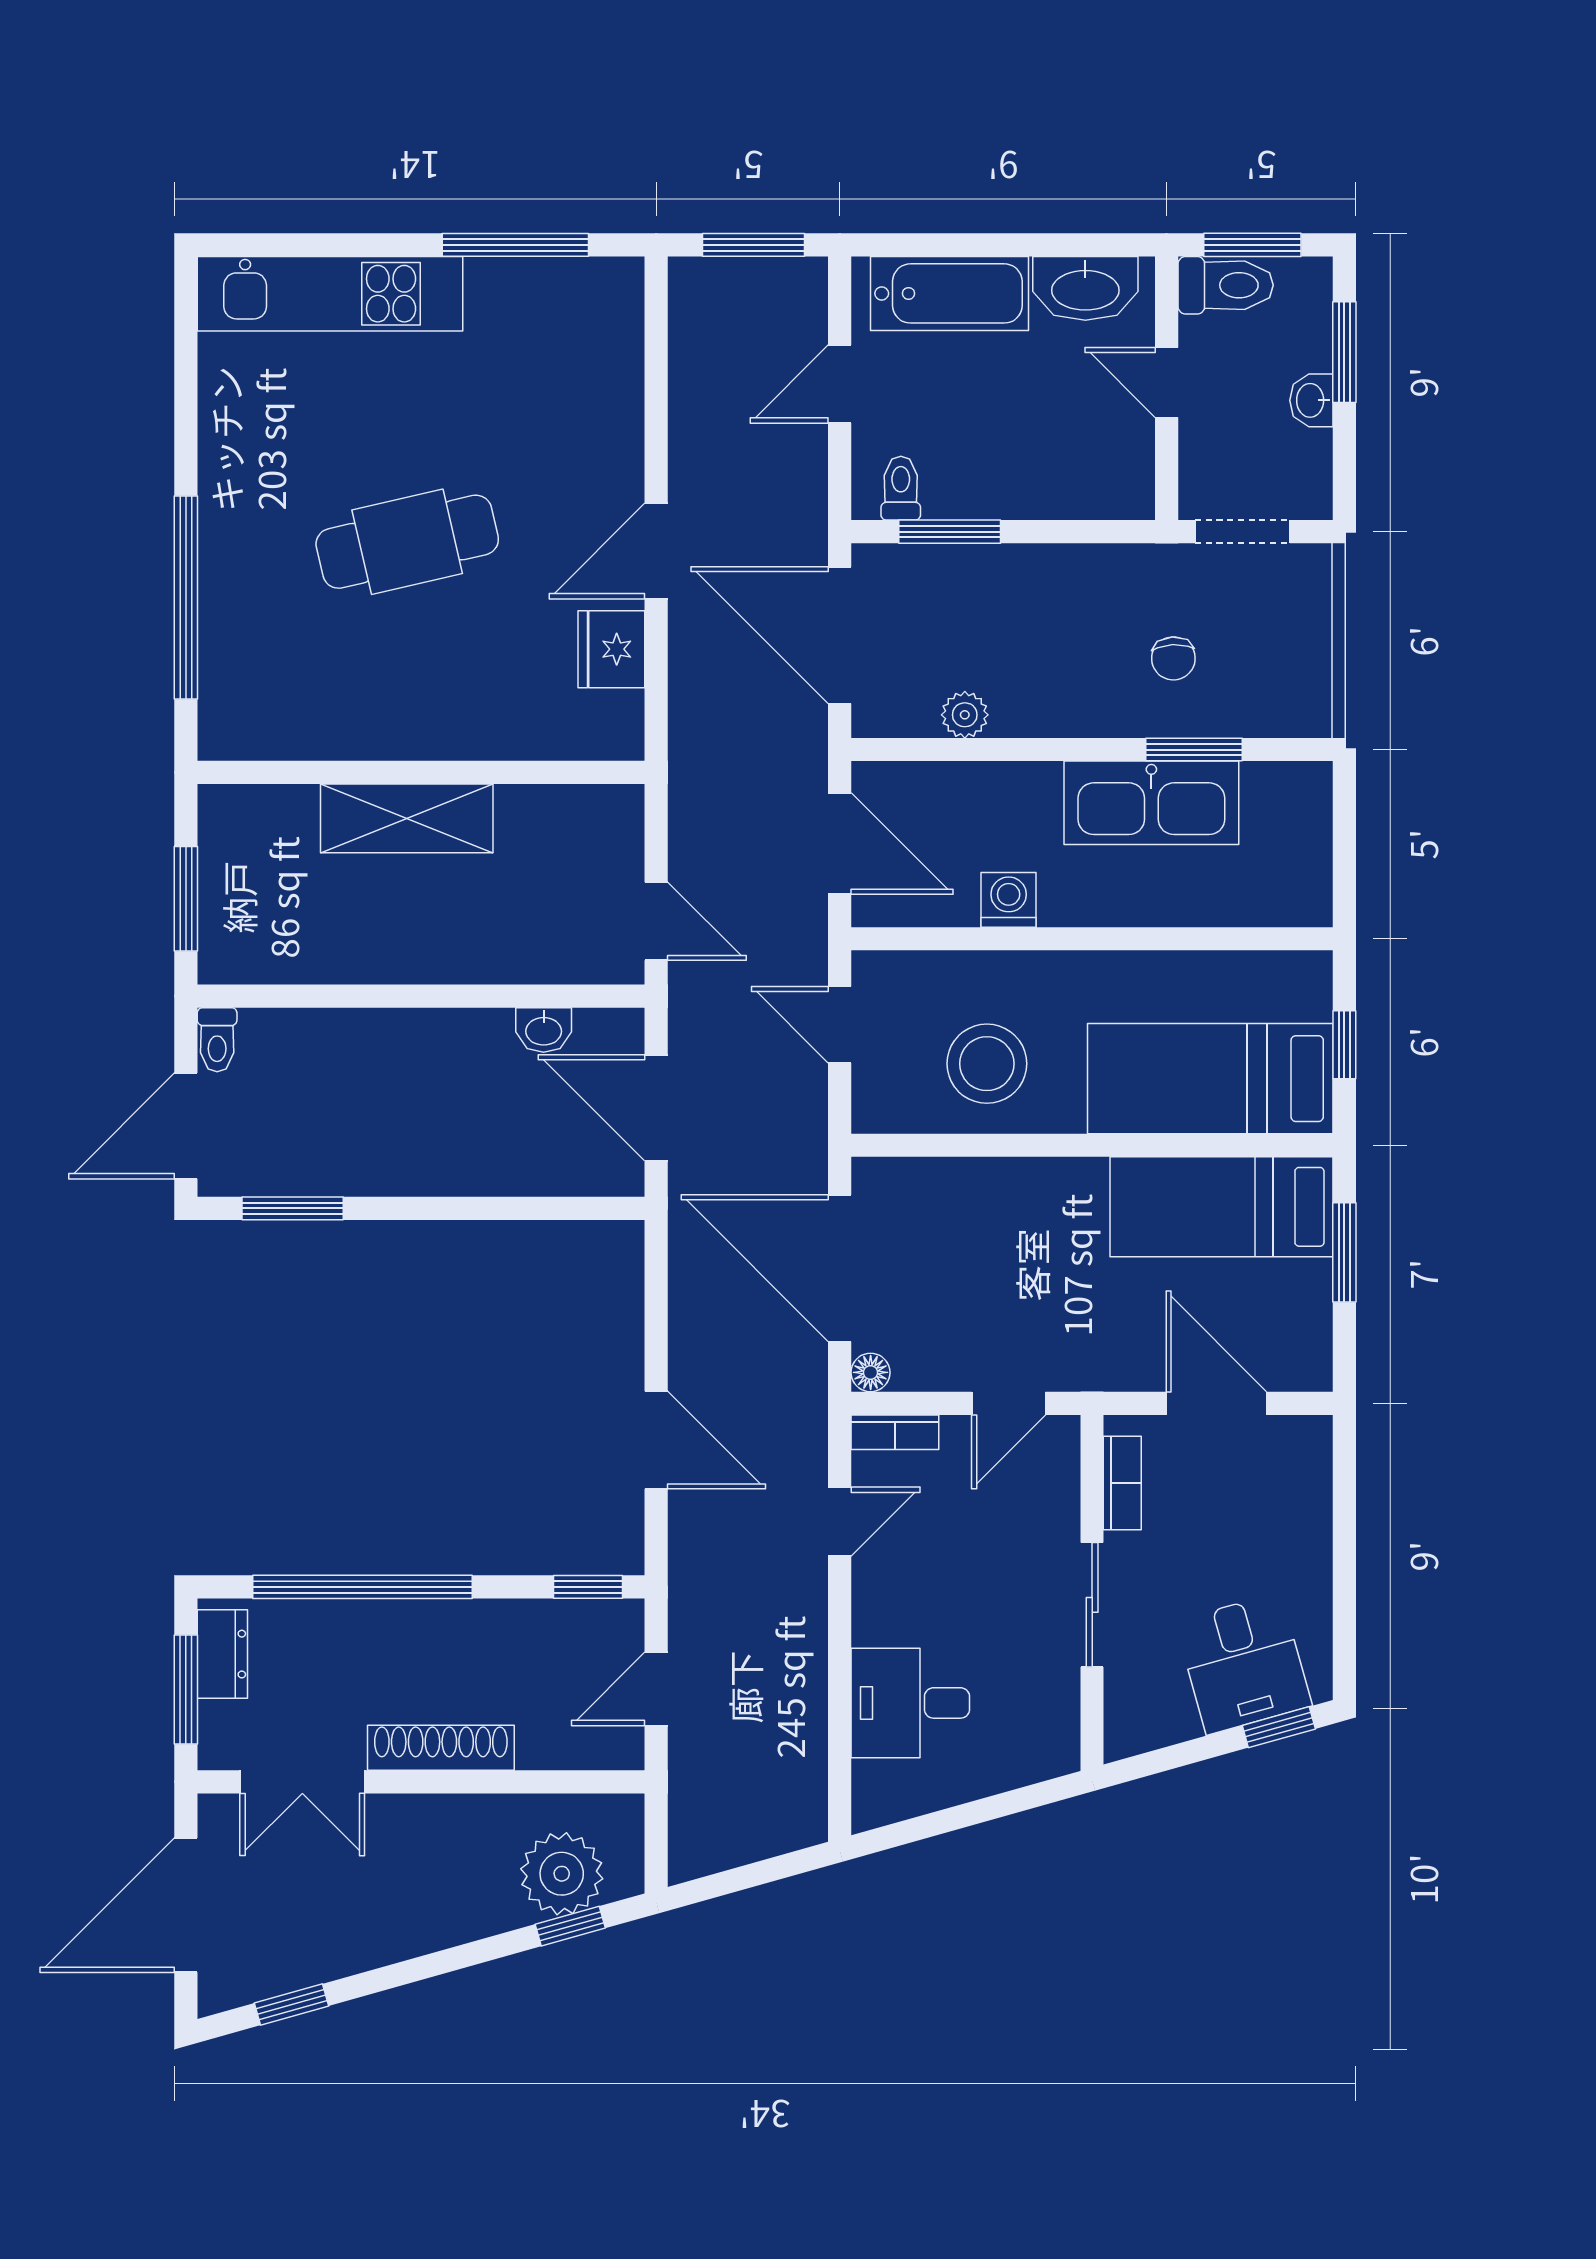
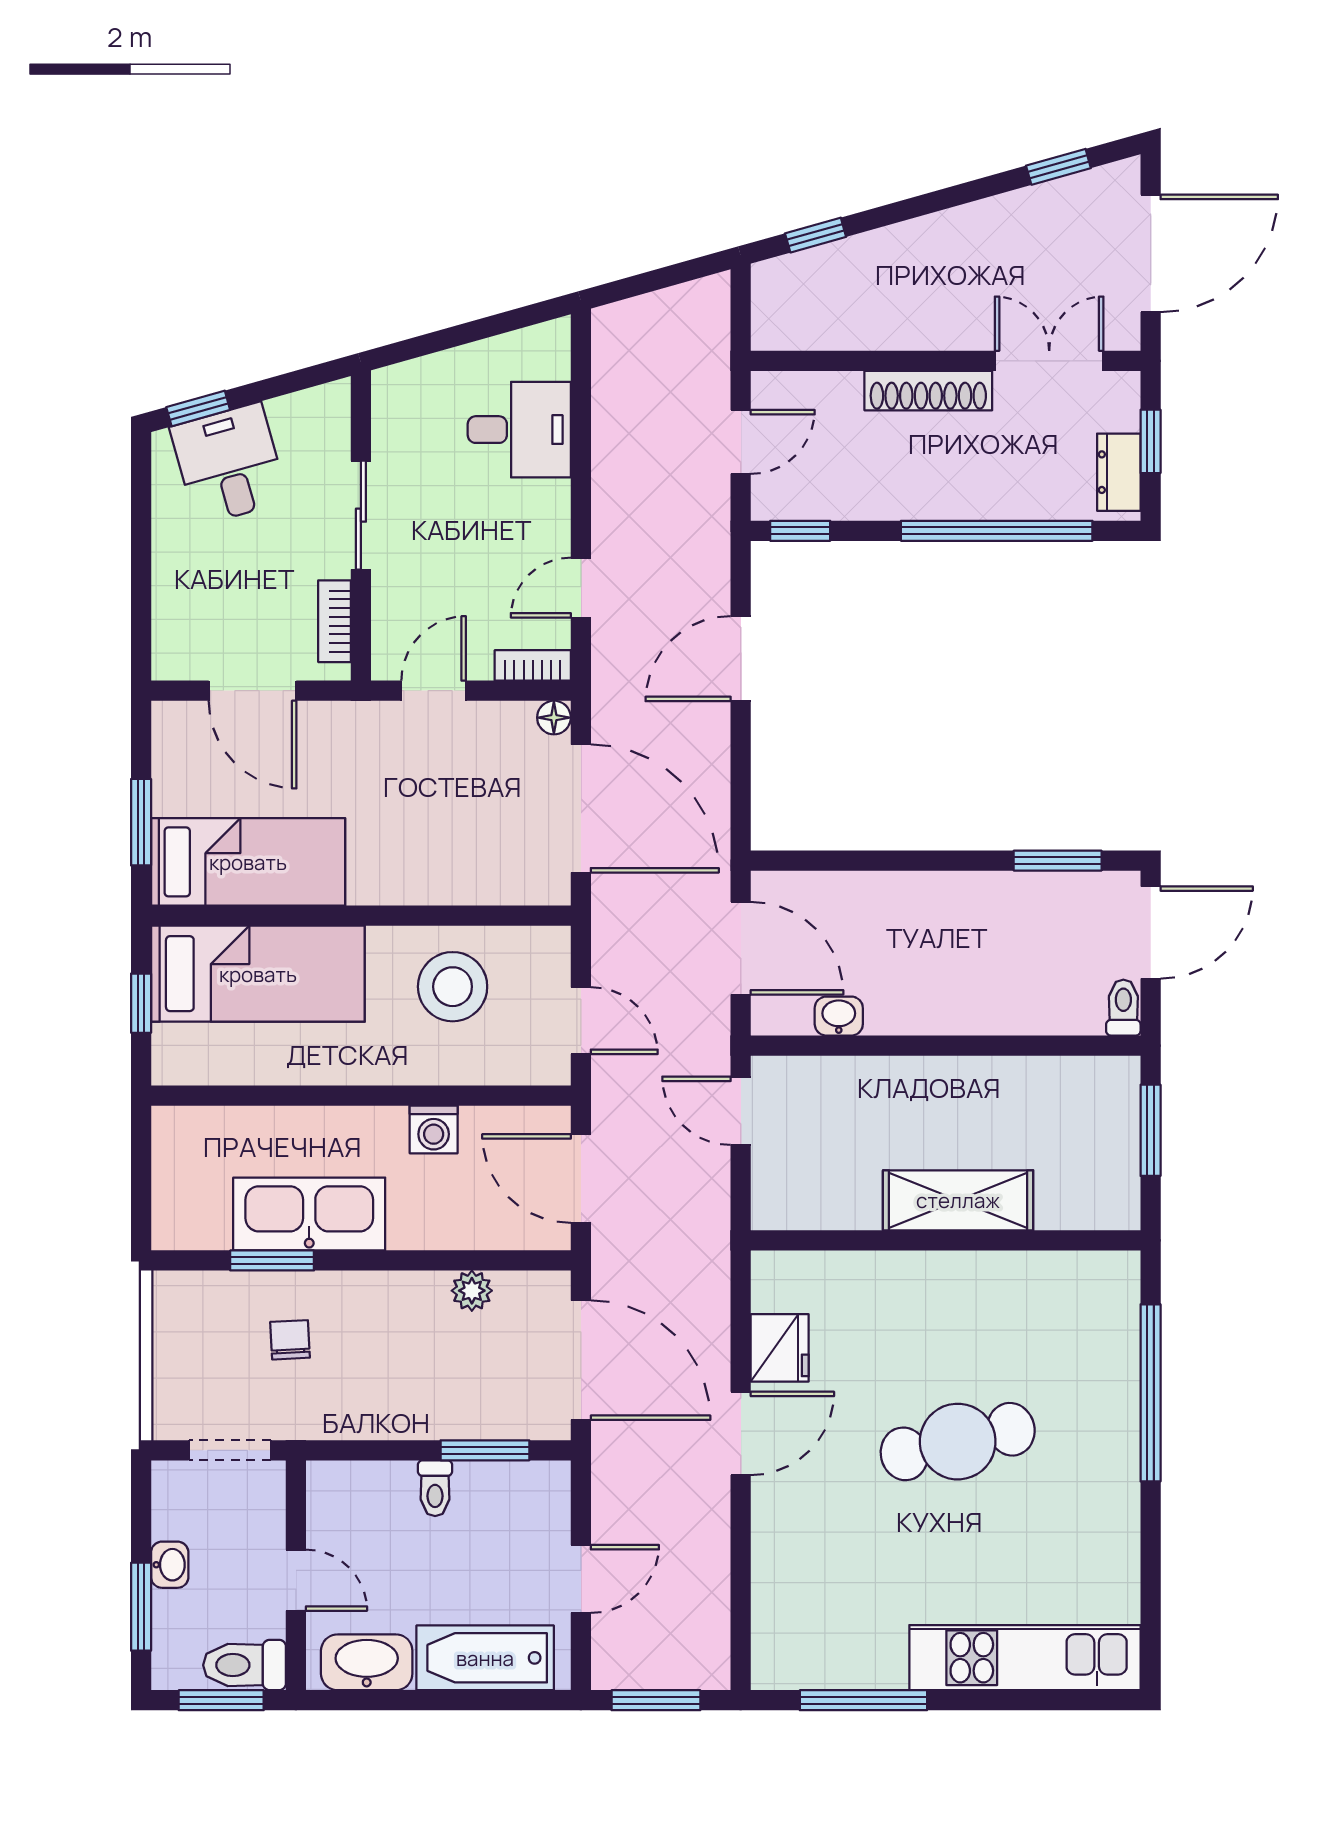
toilet: (901, 488) -> (435, 1488), moved
door: (656, 1440) -> (741, 659), hinge flipped
window: (186, 1689) -> (1151, 441), width x0.67
plant: (562, 1874) -> (823, 281), removed

